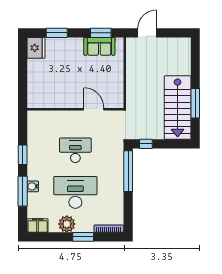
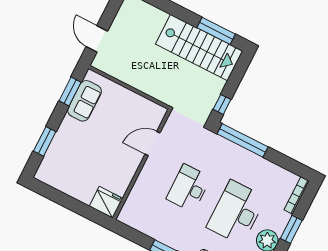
fridge: (36, 48) -> (106, 202), moved
window: (195, 103) -> (216, 31), moved

